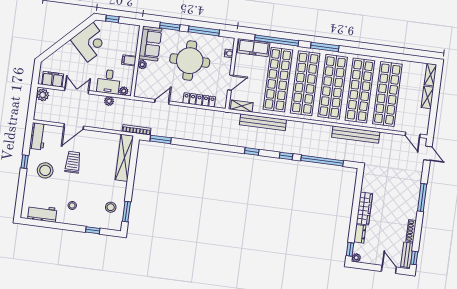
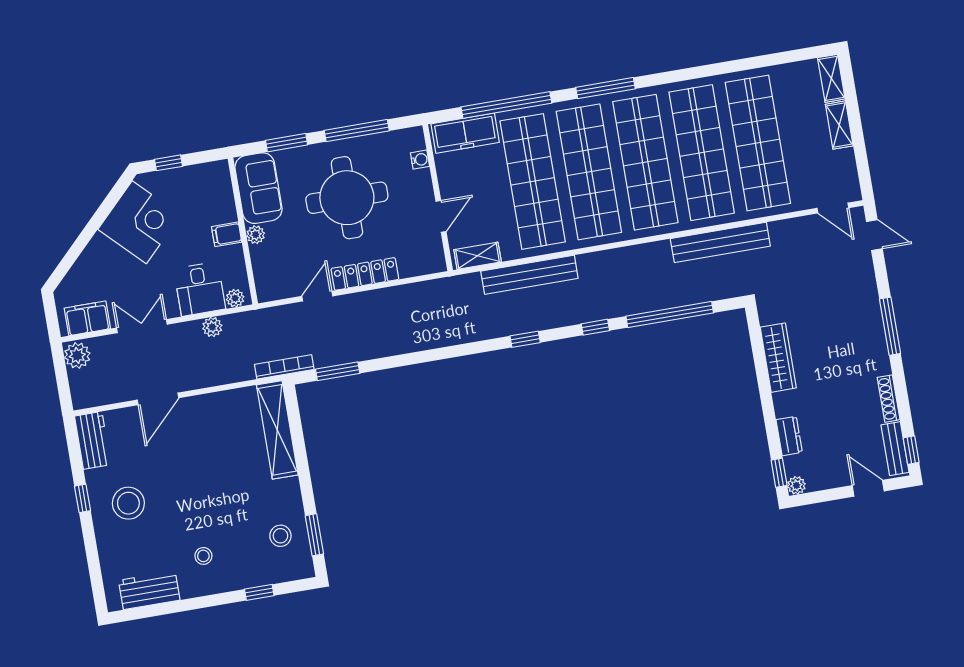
locker: (199, 100) -> (365, 274), moved
trolley: (73, 162) -> (178, 470), removed
wardrobe: (364, 208) -> (778, 358), moved

